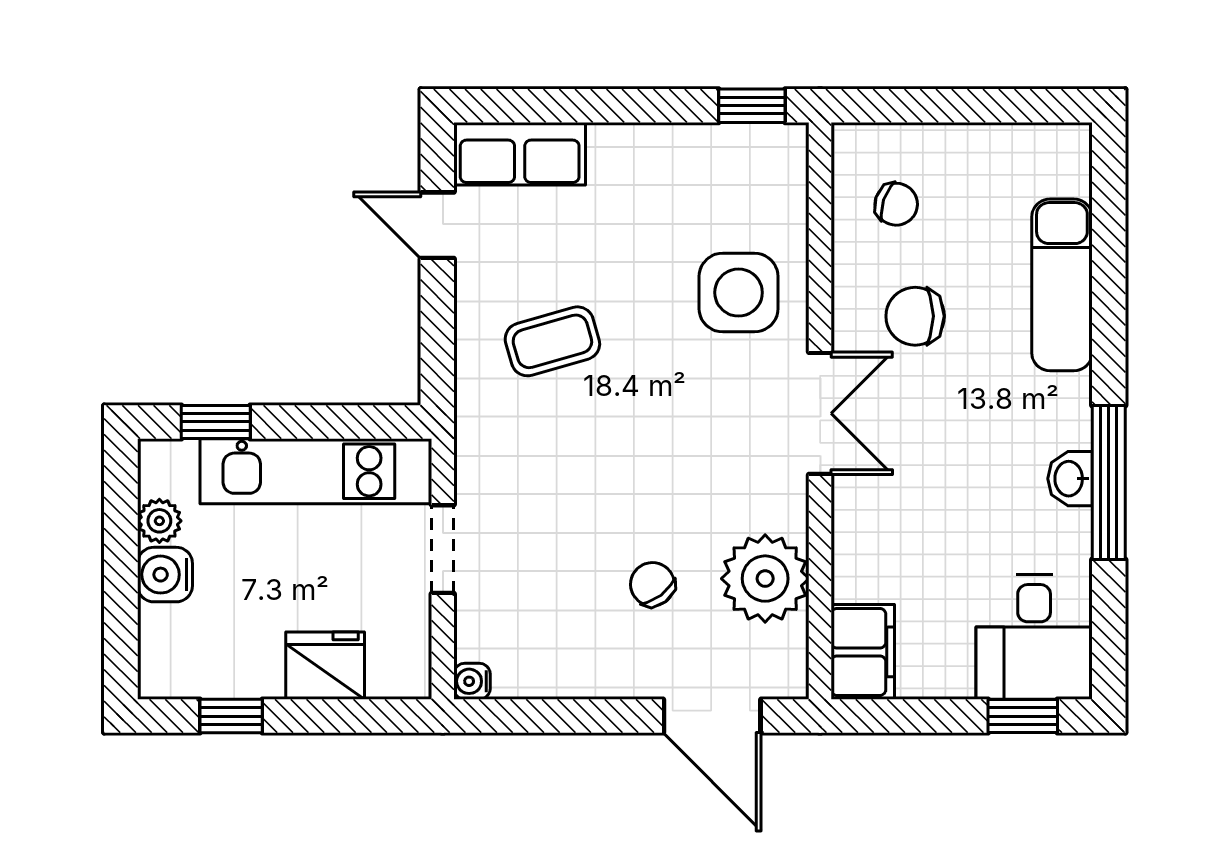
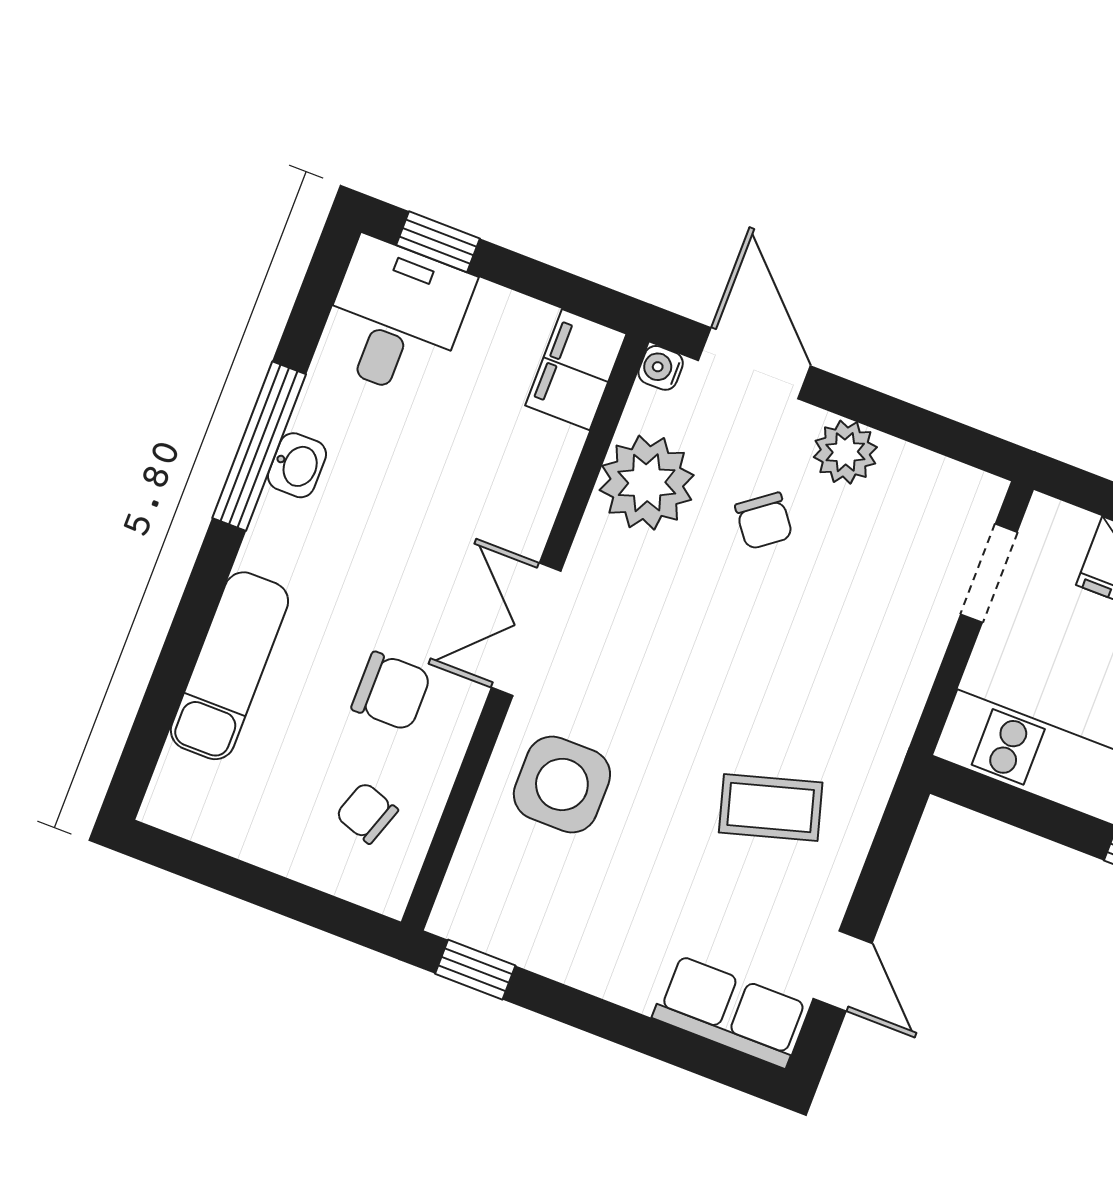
doorway: (443, 549) -> (989, 573), moved
plant: (605, 670) -> (845, 452), added
water cooler: (472, 681) -> (661, 368), moved, turned 180

